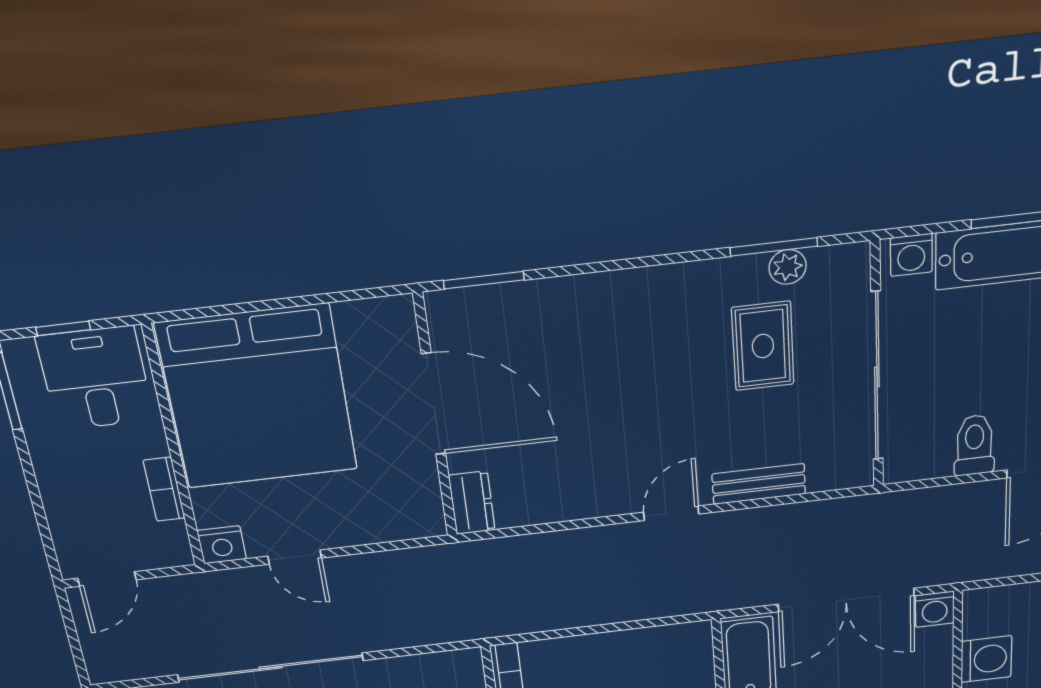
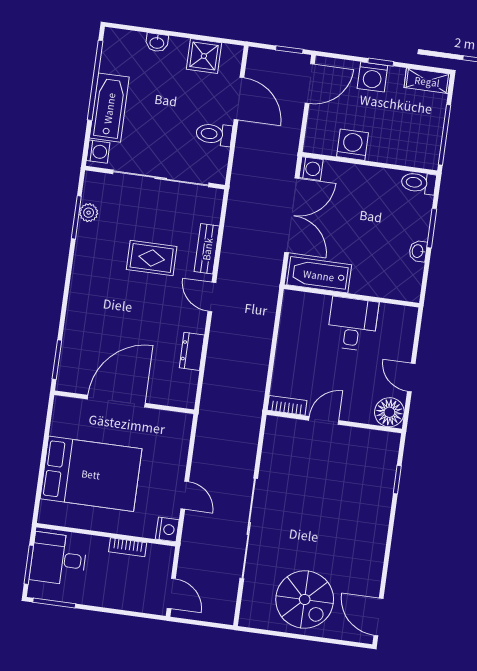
window: (63, 328) -> (29, 565), width x1.50
rug: (763, 346) -> (152, 258), moved
bed: (258, 397) -> (91, 474), width x0.73
dresser: (472, 503) -> (192, 351), moved, turned -90
door: (295, 557) -> (185, 495), hinge flipped

